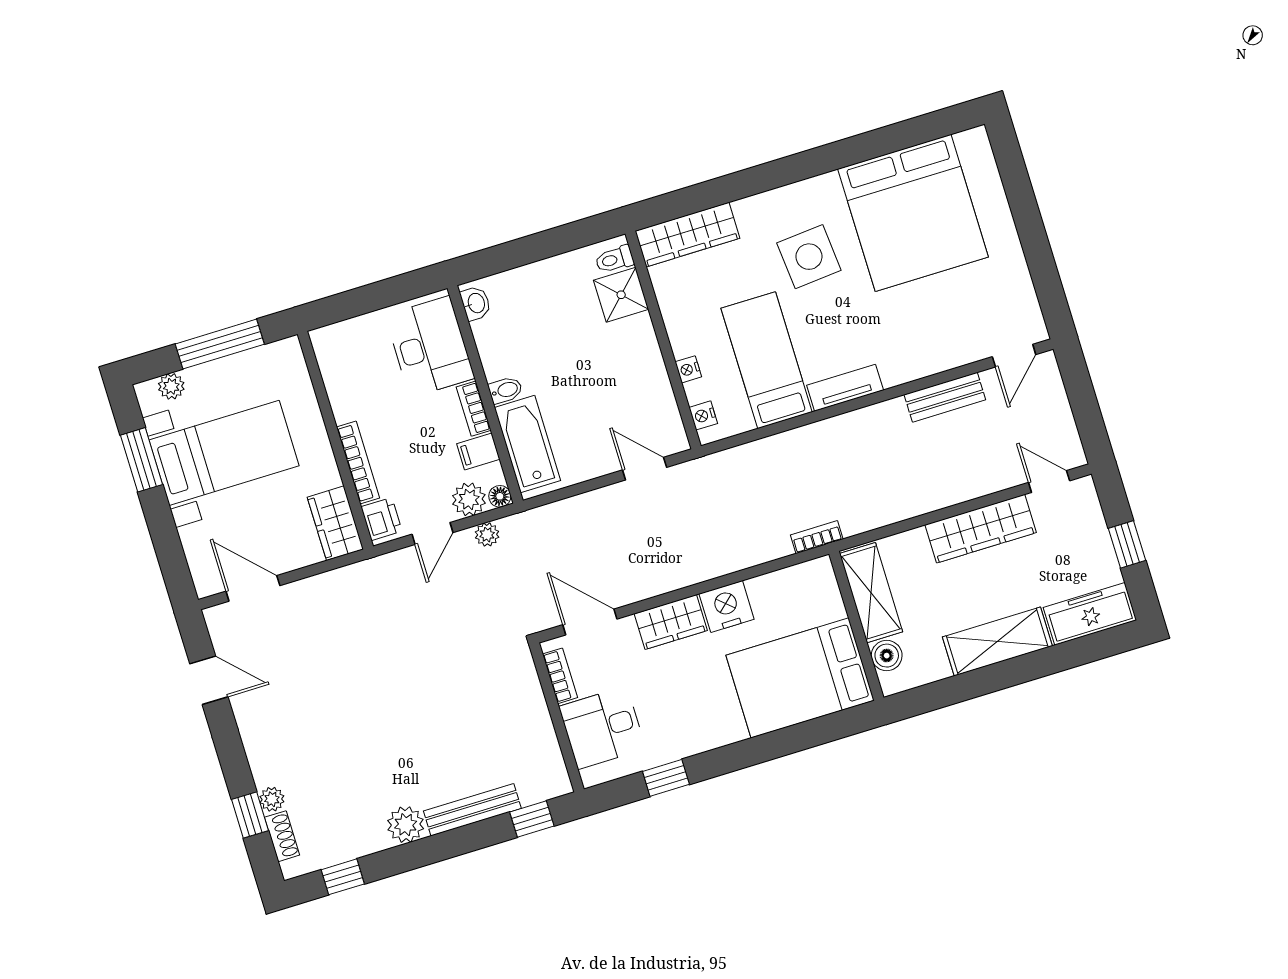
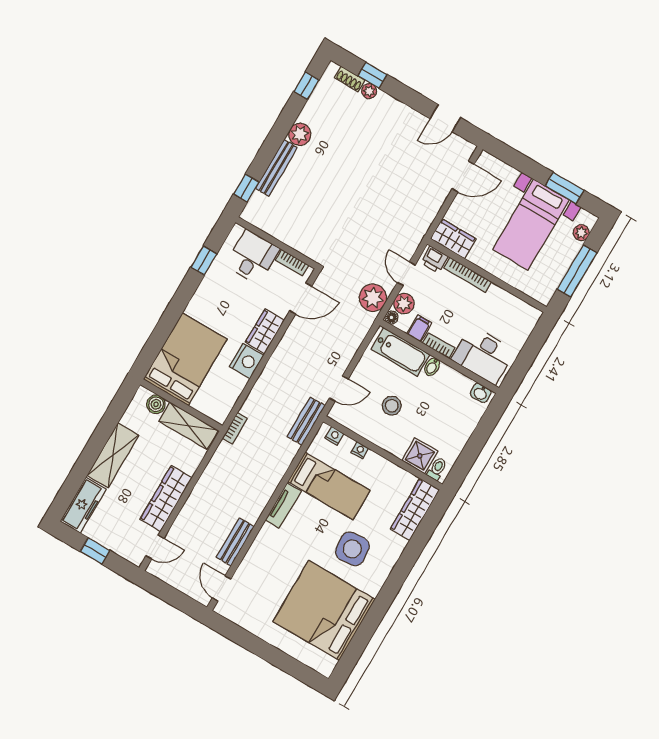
stool: (599, 388) -> (392, 406), added
bench: (721, 466) -> (306, 421), added
plant: (487, 535) -> (373, 298), width x1.87, depth x1.87

